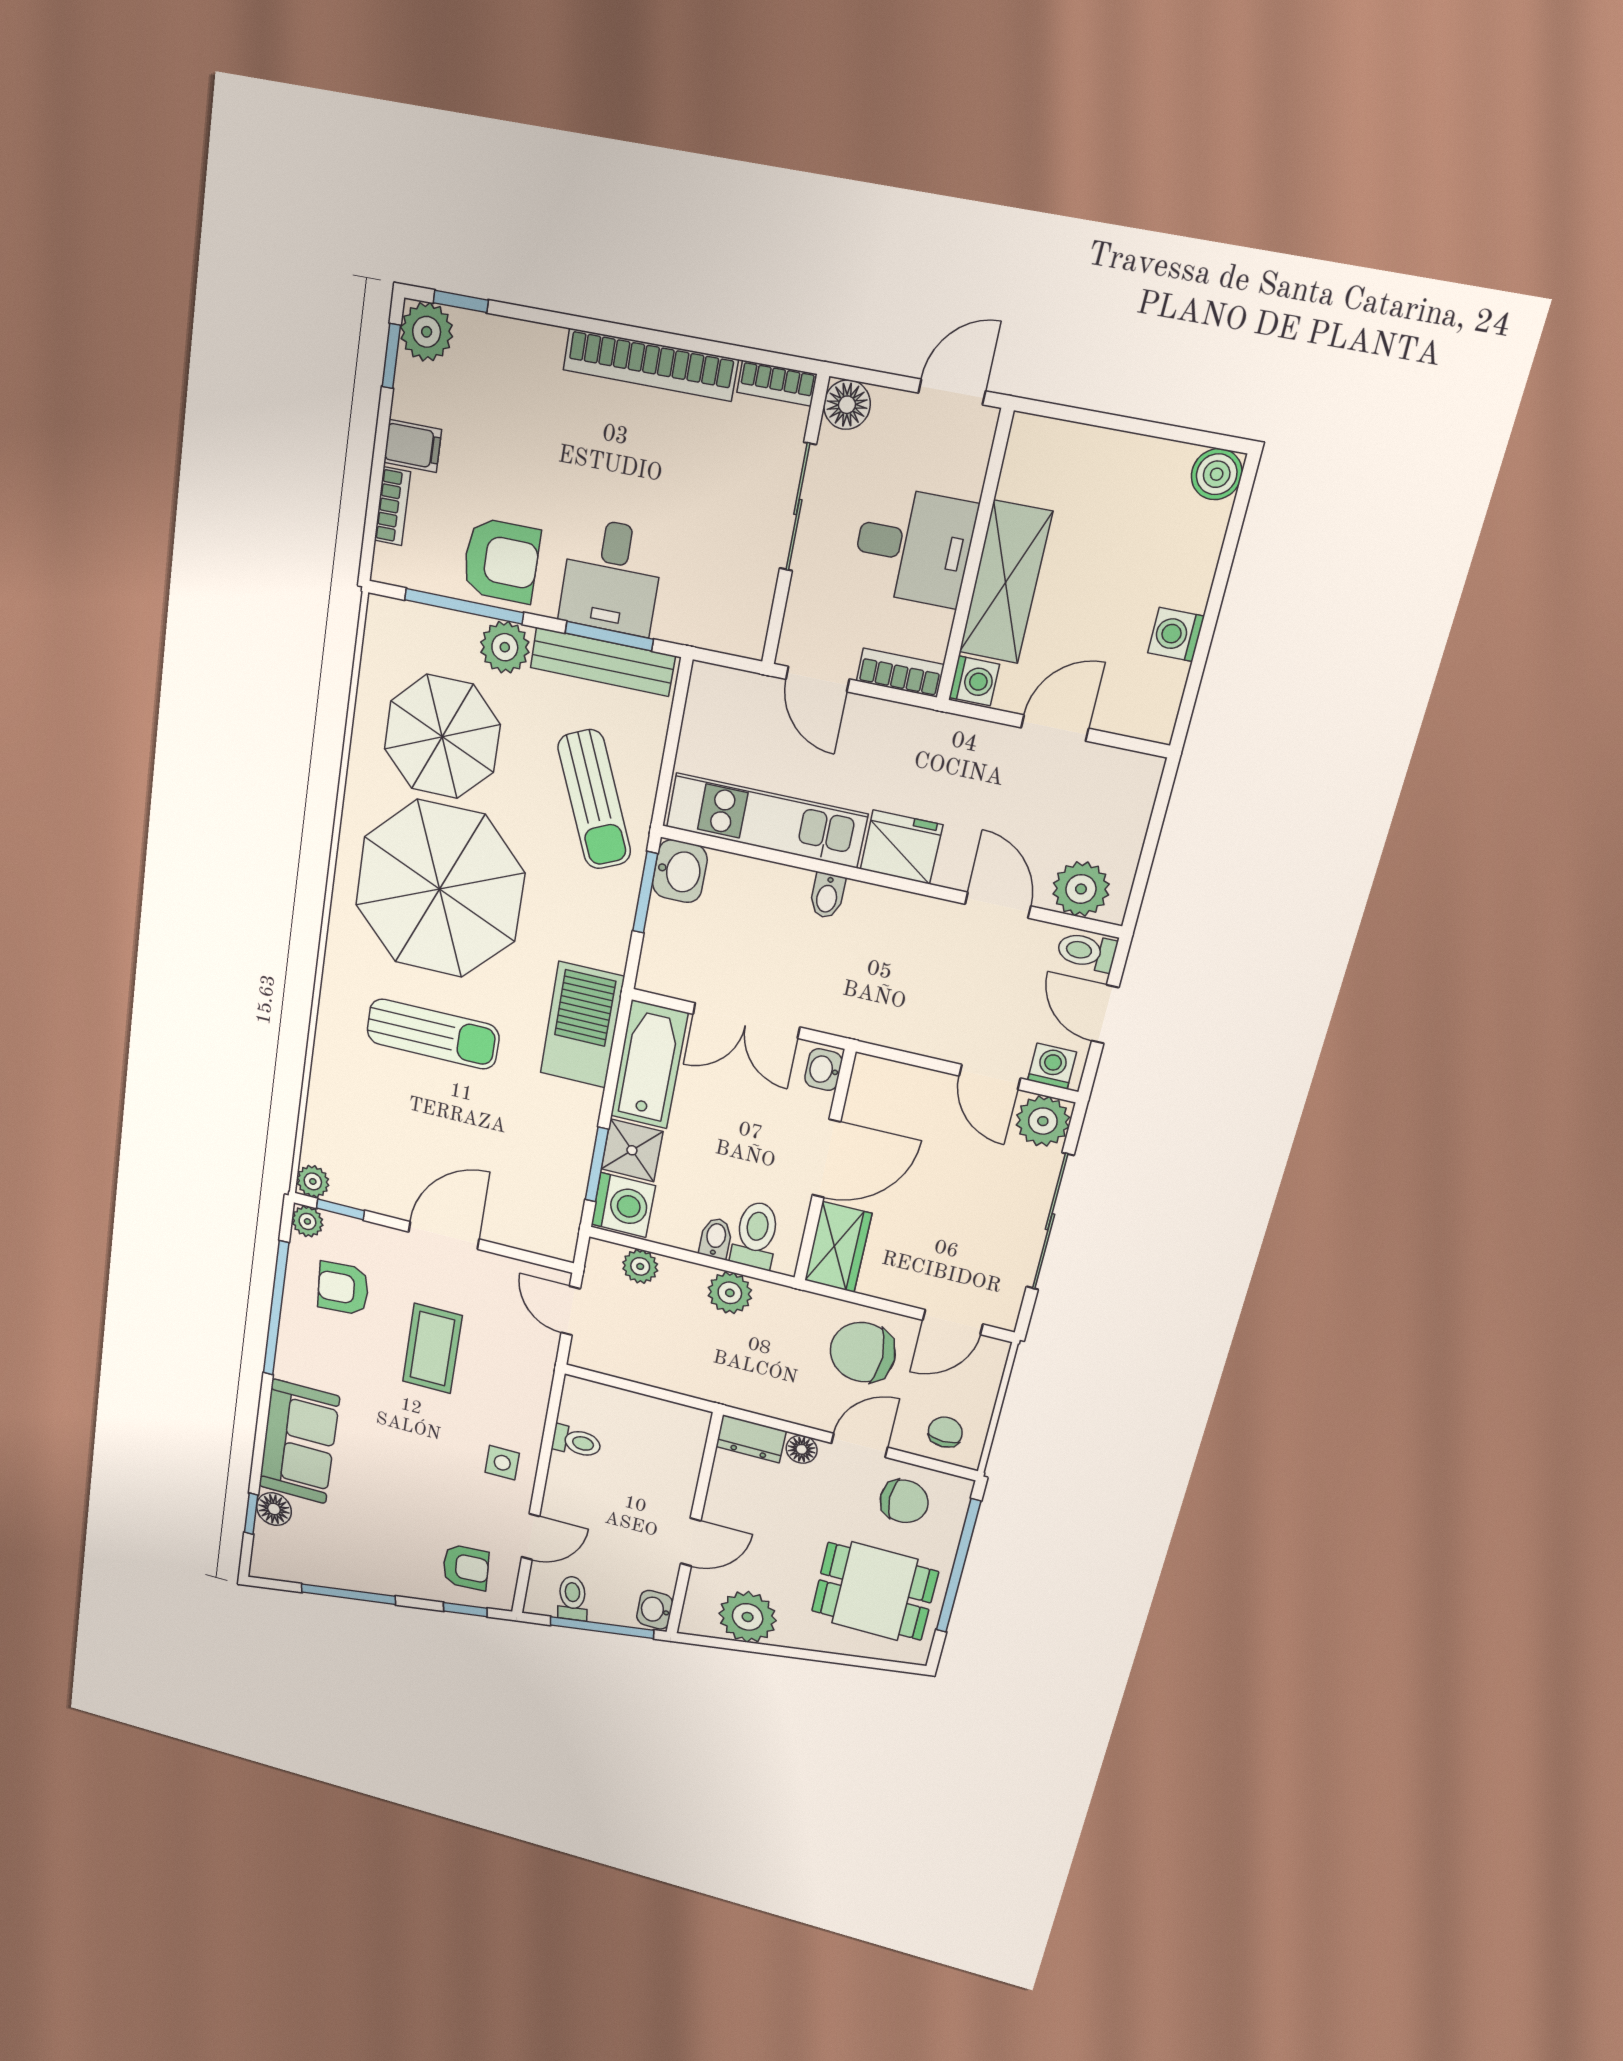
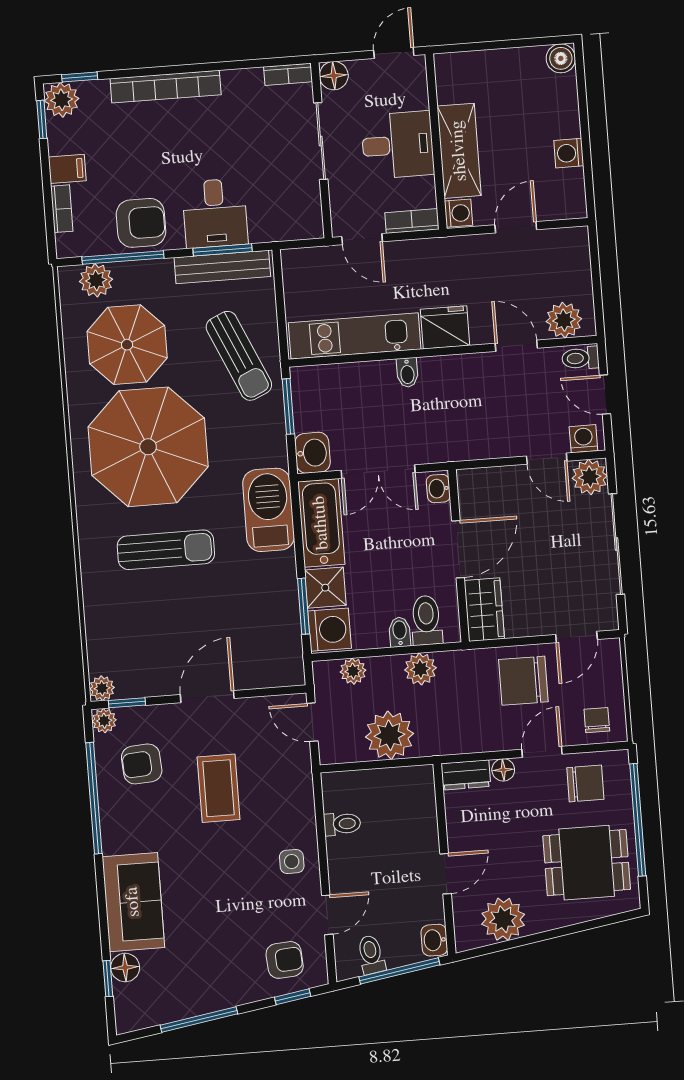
bookcase: (650, 365) -> (166, 87), moved
plant: (505, 647) -> (96, 280), moved
washbasin: (680, 871) -> (312, 453), moved
plant: (666, 1359) -> (390, 735), added

